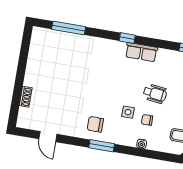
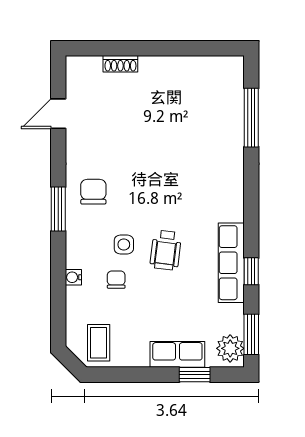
window: (127, 38) -> (251, 271), moved
row of seats: (141, 52) -> (231, 263), width x1.48
wheelchair: (155, 94) -> (166, 250), moved

